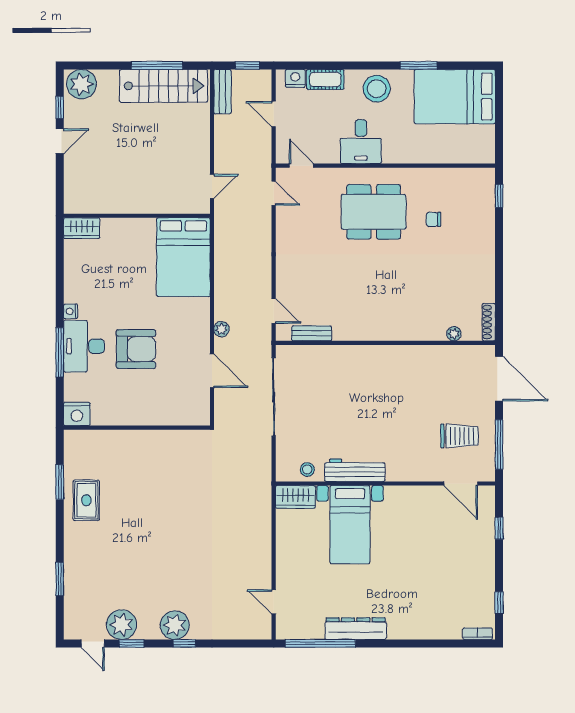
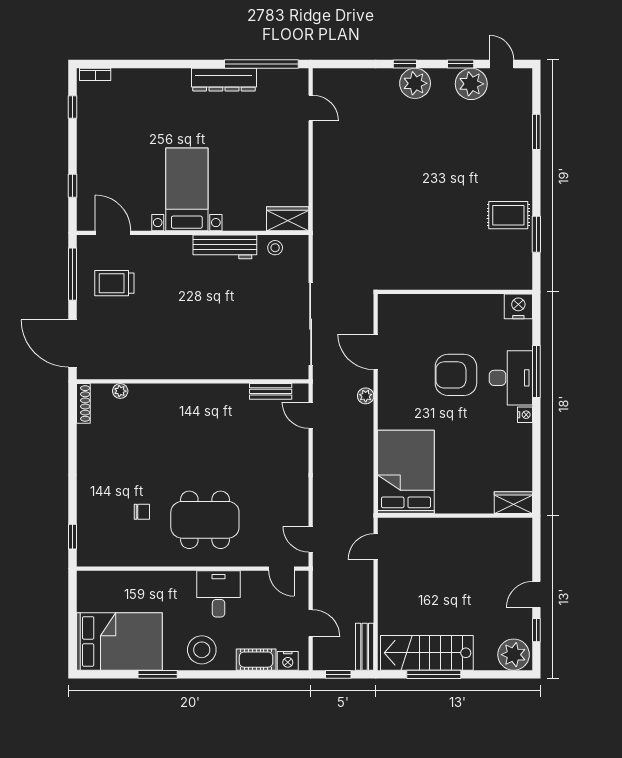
rug: (86, 500) -> (508, 215), turned 90
bed with nightstands: (350, 525) -> (187, 189), moved

